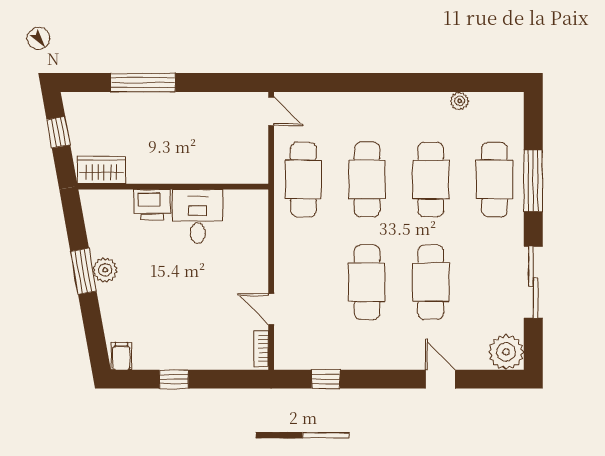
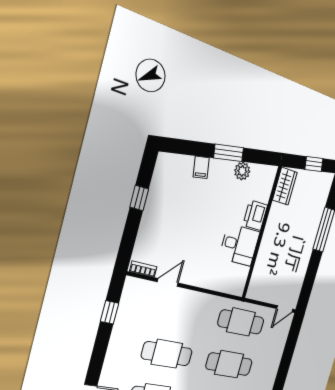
plant: (105, 270) -> (242, 171), moved
filing cabinet: (121, 356) -> (201, 167), moved, turned 80

